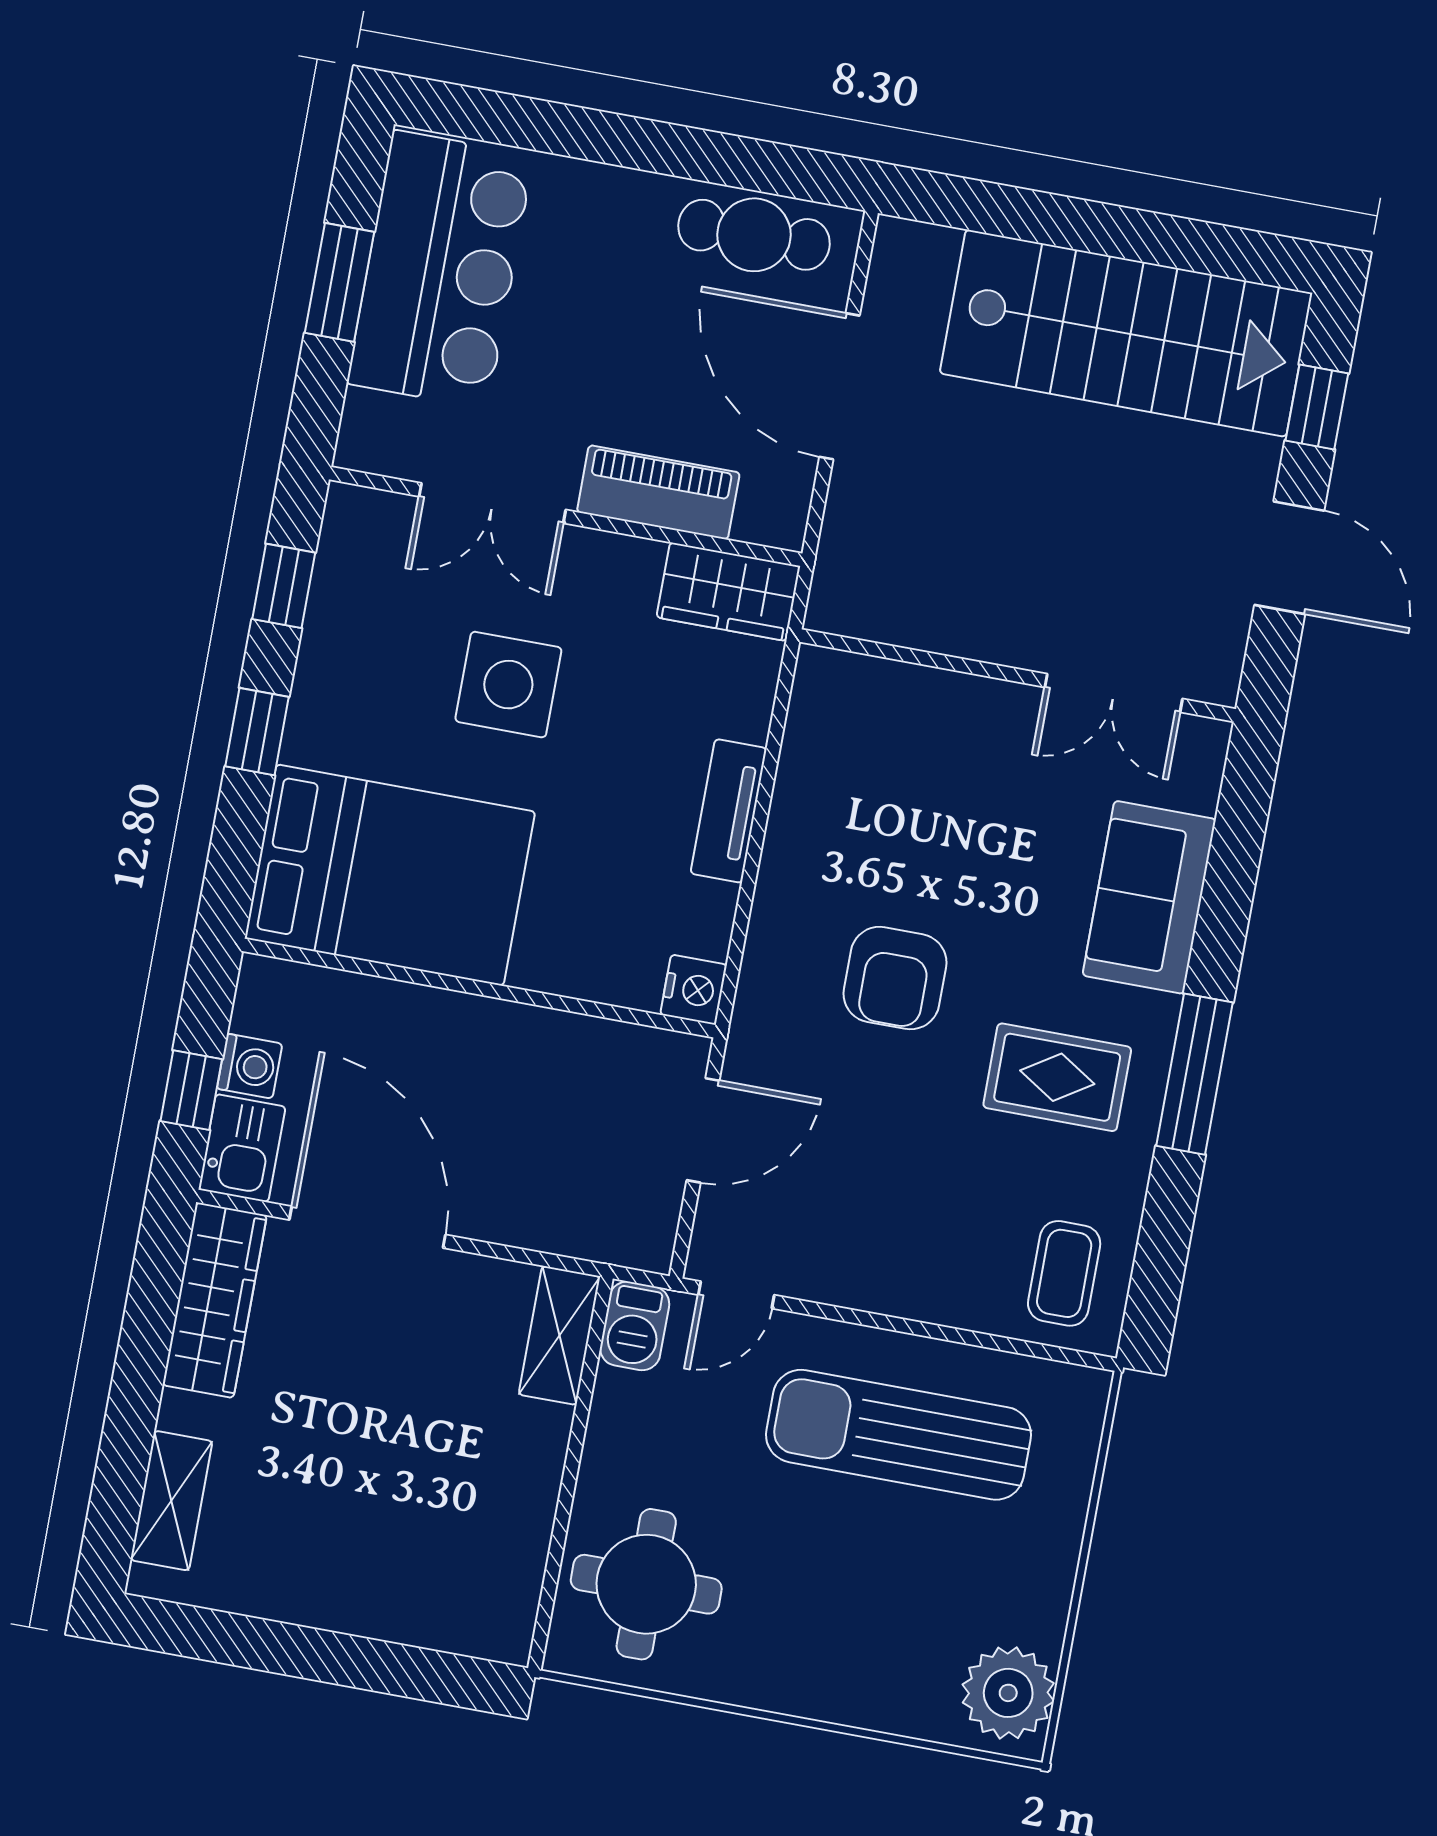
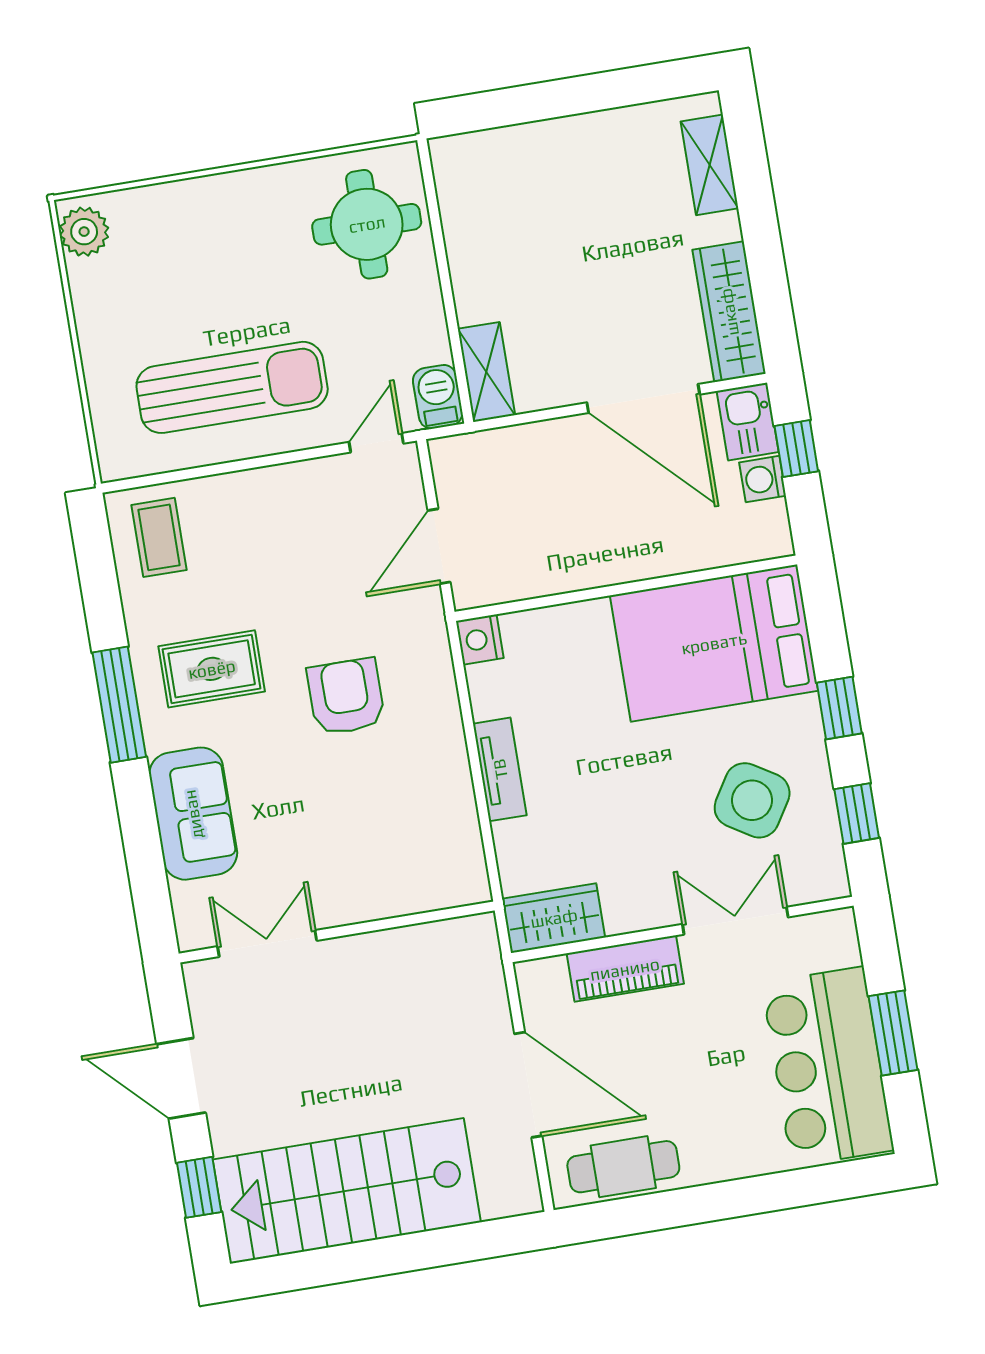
side table: (508, 685) -> (752, 800), moved, turned 32
plant: (1008, 1693) -> (84, 232), width x0.73, depth x0.73

